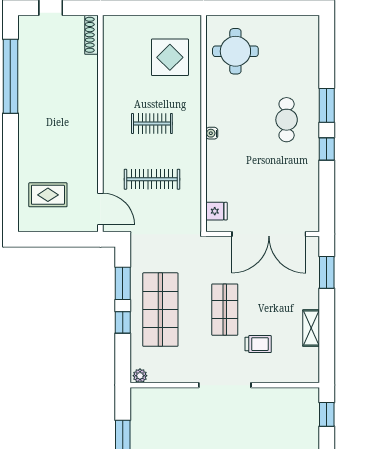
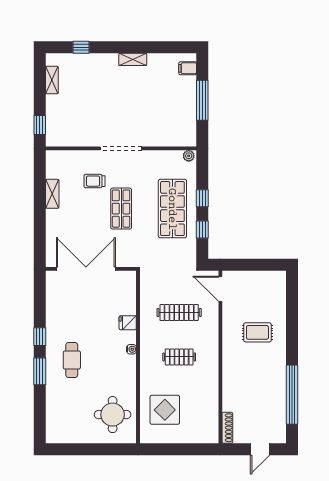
rug: (48, 195) -> (257, 332), moved
fridge: (216, 211) -> (128, 323), moved
window: (327, 272) -> (40, 238), removed
window: (123, 283) -> (202, 229), width x0.67

